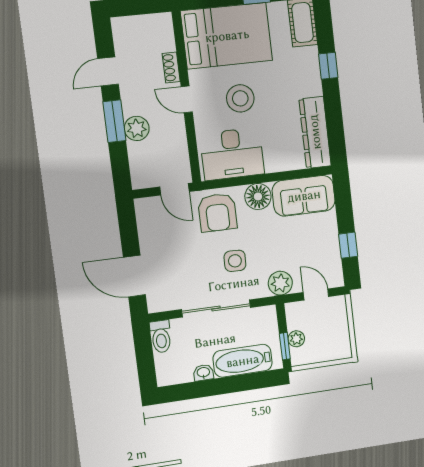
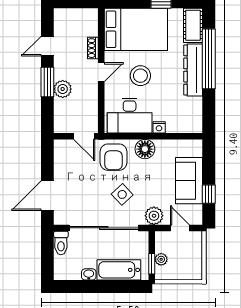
window: (328, 66) -> (209, 59), width x3.17
door: (187, 99) -> (101, 72), swing flipped
dresser: (315, 132) -> (193, 70), moved
nightstand: (273, 165) -> (159, 127), added
sofa: (304, 196) -> (189, 181), moved, turned 90
side table: (235, 261) -> (122, 194), turned 45
door: (134, 276) -> (47, 196), hinge flipped
sliding door: (216, 308) -> (104, 228), width x1.36

